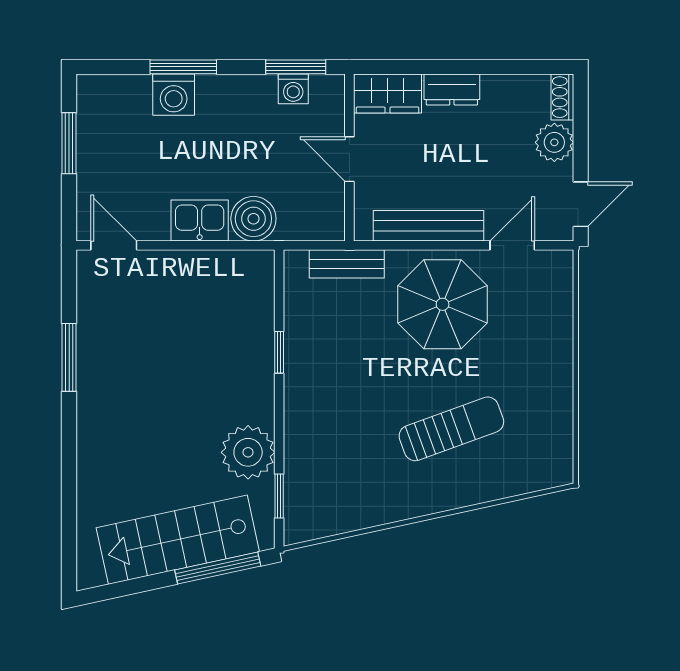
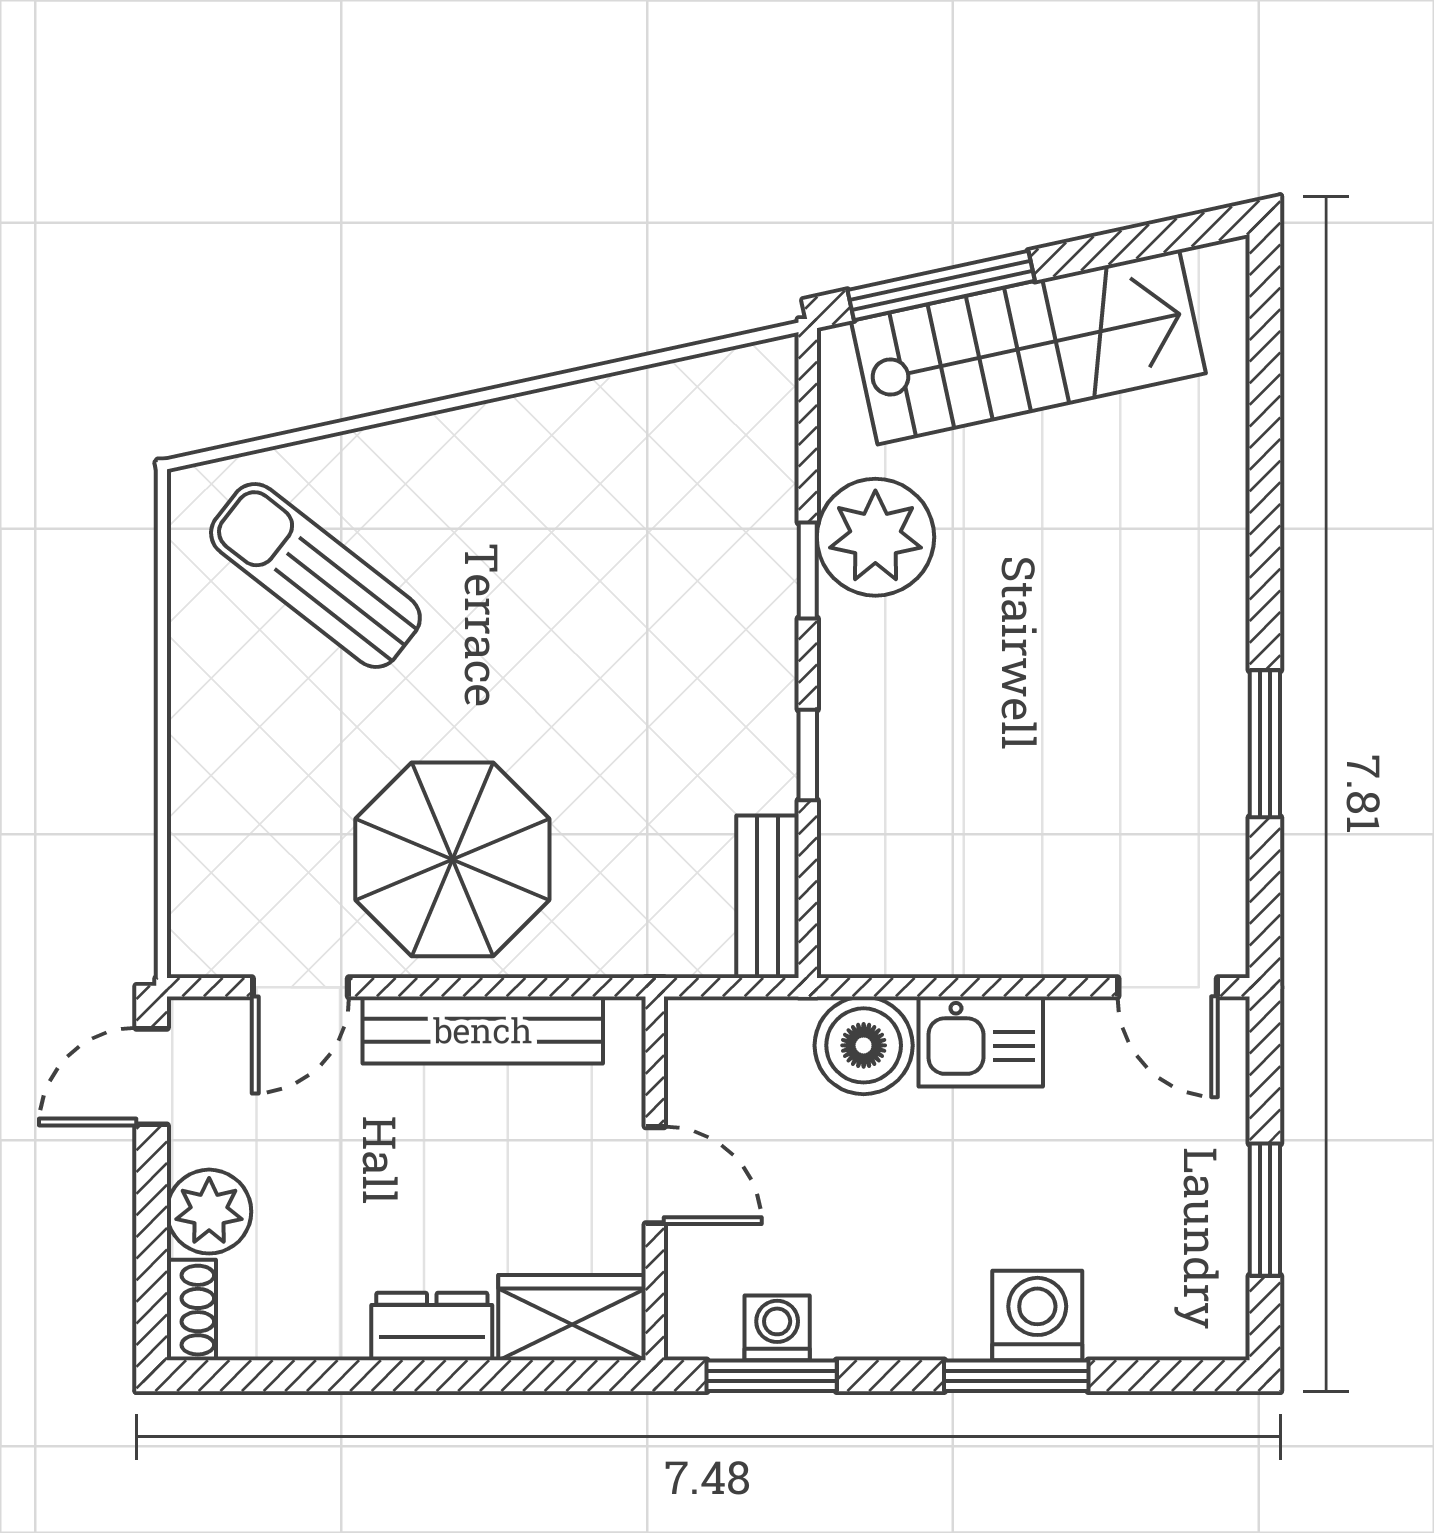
bench: (347, 264) -> (767, 897), moved, turned 90
sun lounger: (451, 429) -> (315, 576), moved, turned 58
window: (279, 496) -> (808, 570), moved

